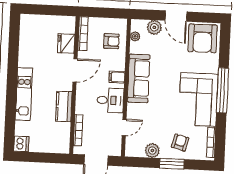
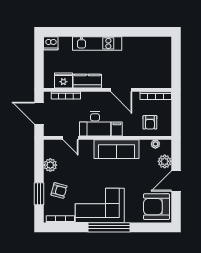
fridge: (66, 43) -> (63, 80), moved
desk: (110, 100) -> (95, 124), width x1.37
window: (172, 164) -> (39, 194), moved

